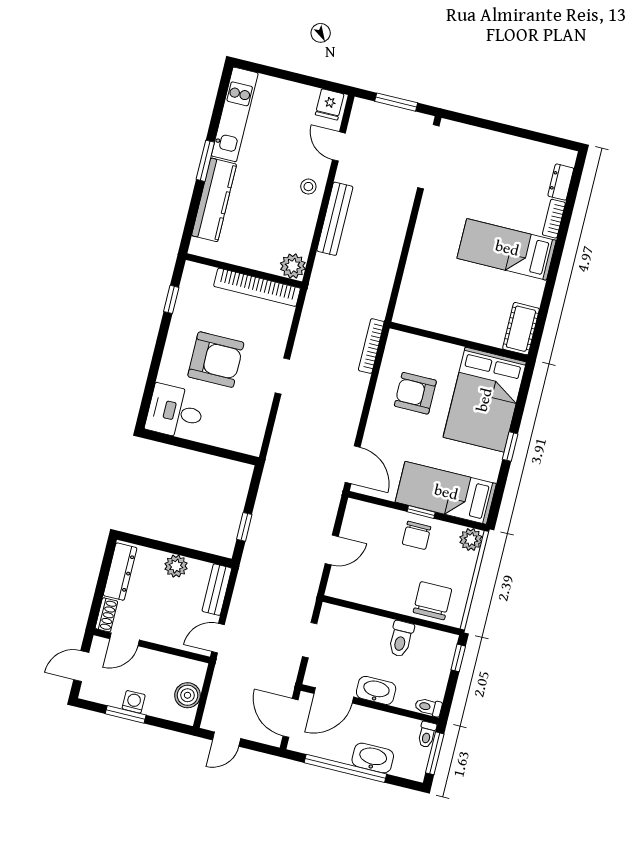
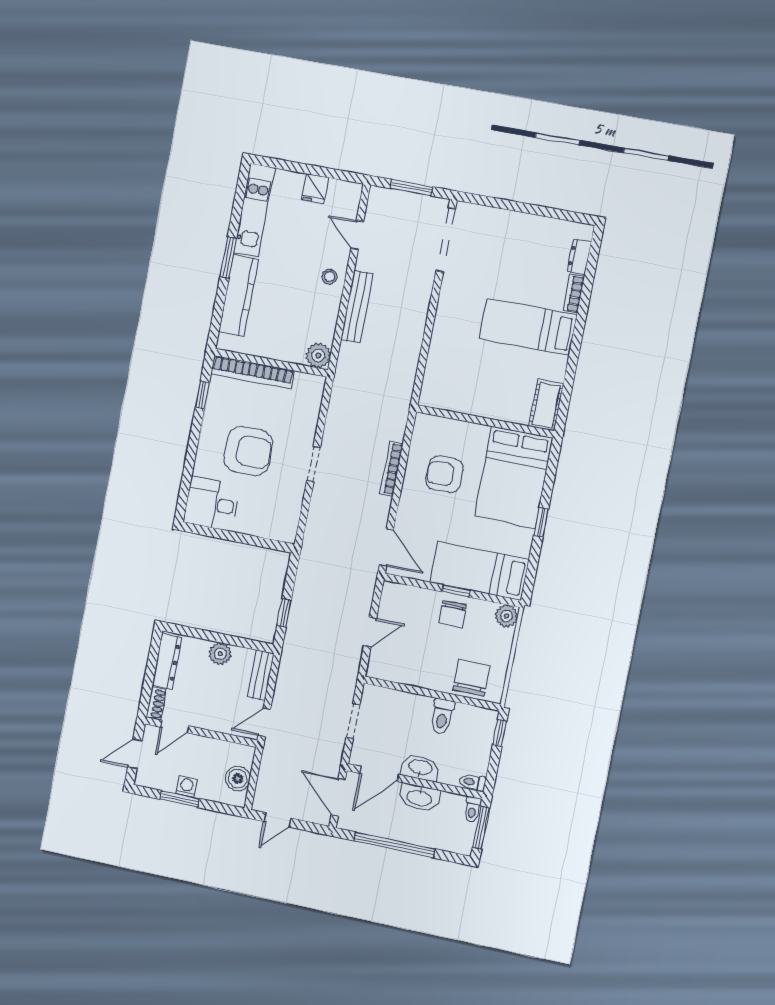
fridge: (330, 104) -> (315, 189), moved
bookcase: (257, 287) -> (253, 372), moved
bookcase: (371, 346) -> (391, 469), moved
washbasin: (373, 758) -> (419, 798), moved, turned 180

